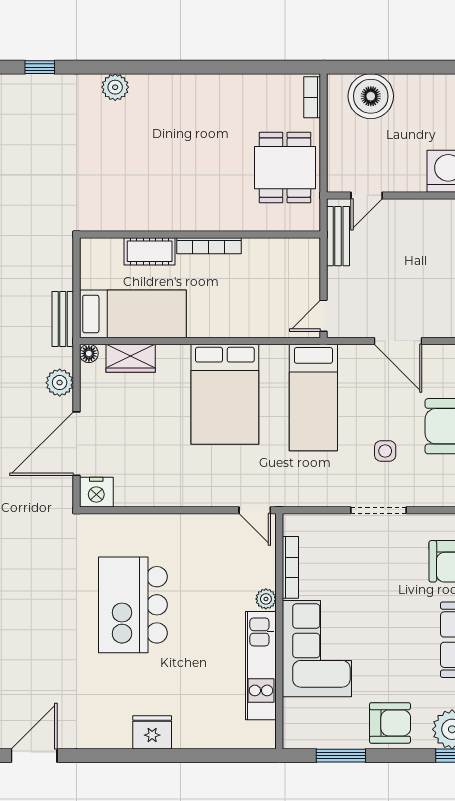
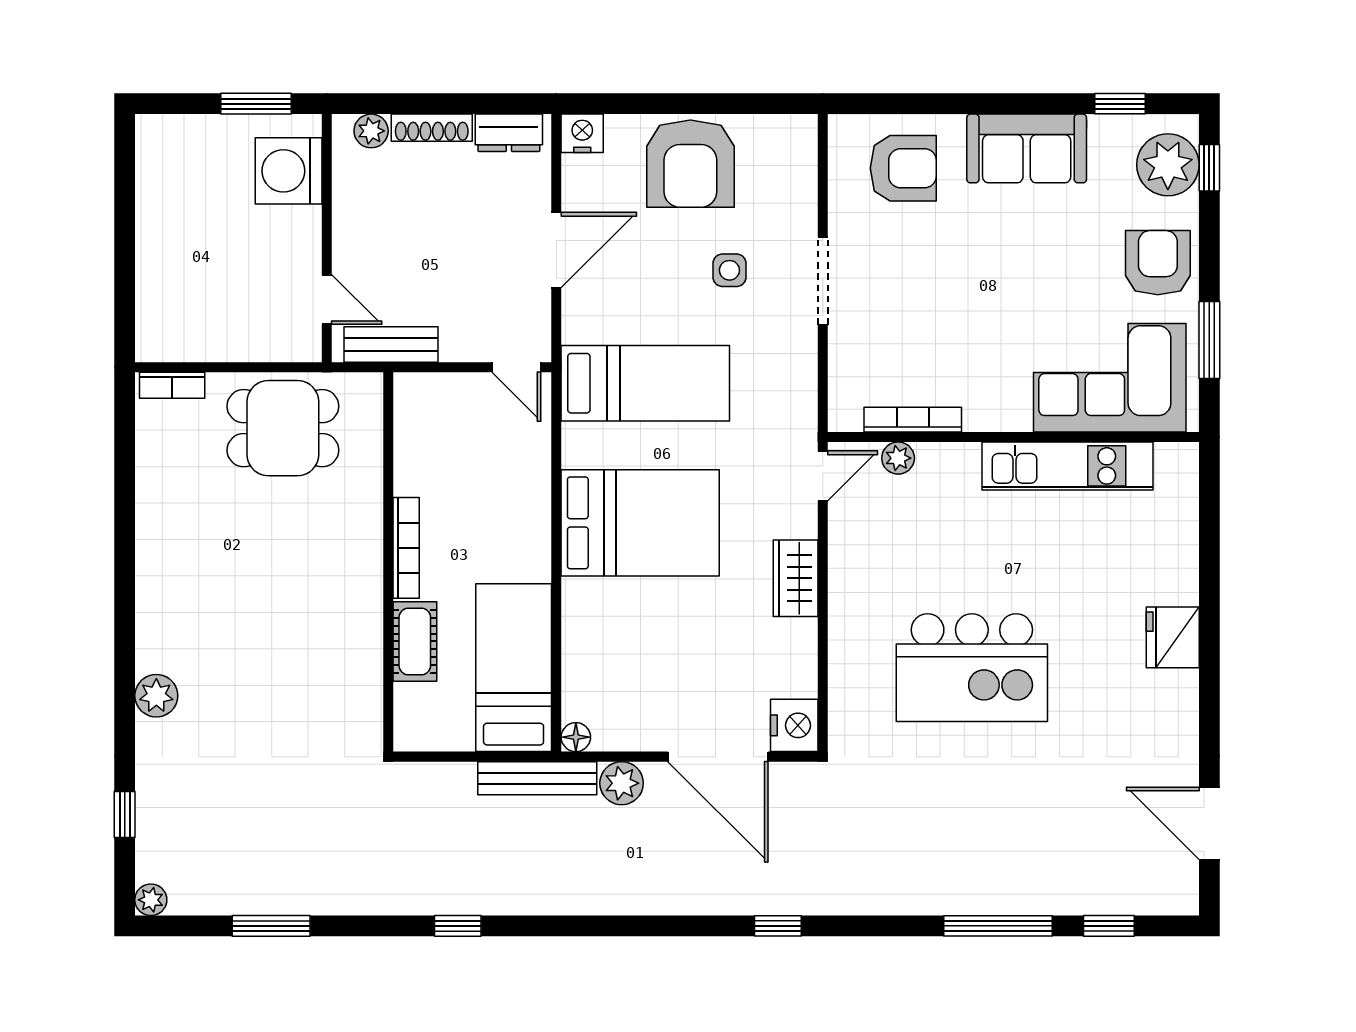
boiler: (371, 96) -> (171, 293), removed
bench: (63, 319) -> (537, 778), width x1.36
wardrobe: (131, 358) -> (796, 578), moved, turned 180
plant: (266, 599) -> (898, 458), moved
corner sofa: (317, 649) -> (1110, 378), moved

